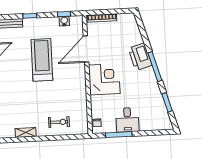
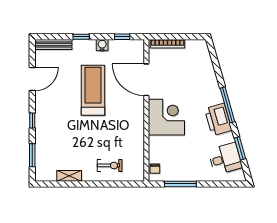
water cooler: (64, 21) -> (102, 45), moved
door: (86, 49) -> (146, 80), hinge flipped
printer: (140, 57) -> (218, 120), moved
desk: (127, 120) -> (225, 159), moved, turned -106

